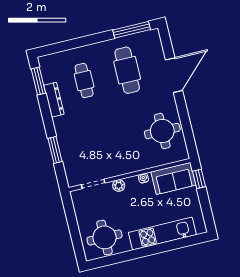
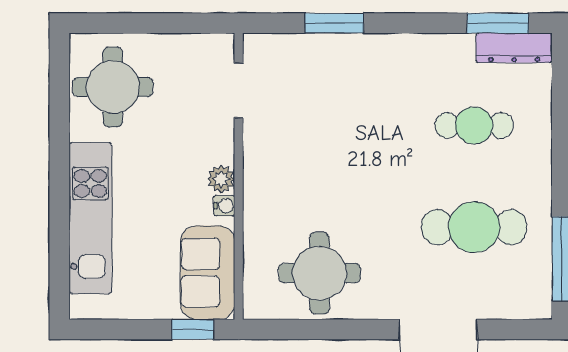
dresser: (54, 100) -> (514, 48), moved
plant: (119, 186) -> (221, 179), moved

